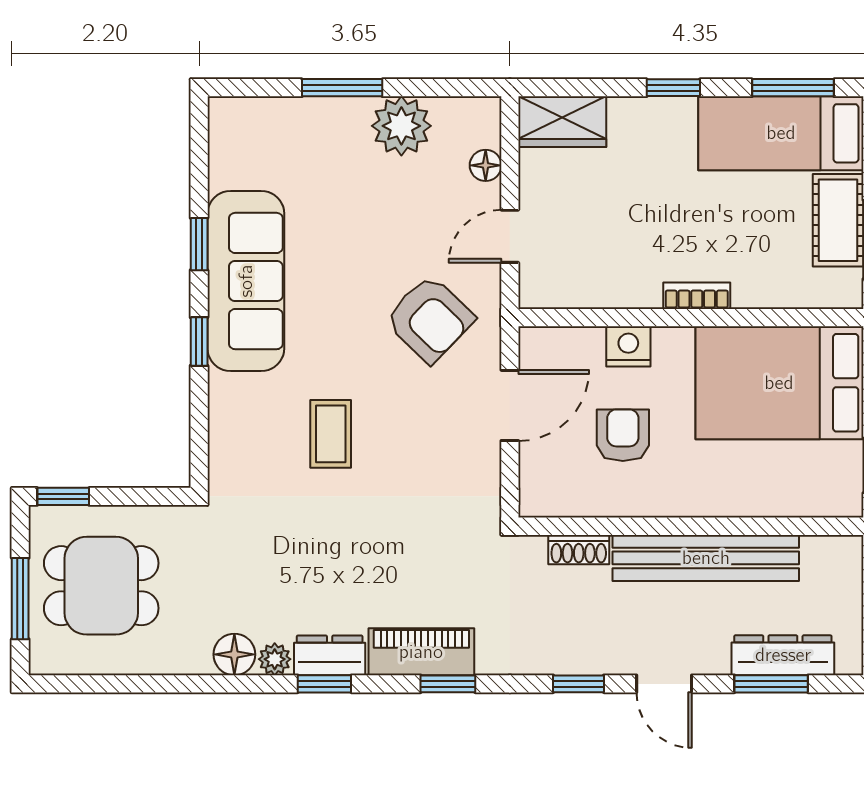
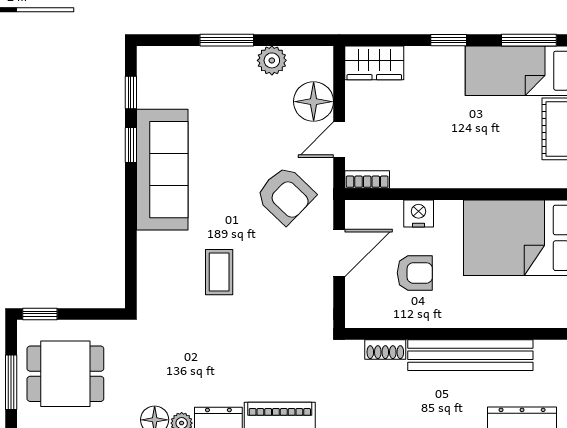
plant: (401, 126) -> (272, 60), width x0.73, depth x0.73
floor lamp: (486, 165) -> (314, 102), width x1.89, depth x1.89
bookcase: (697, 296) -> (367, 180), moved
window: (199, 341) -> (131, 93), moved
armchair: (623, 435) -> (415, 273), turned 90

